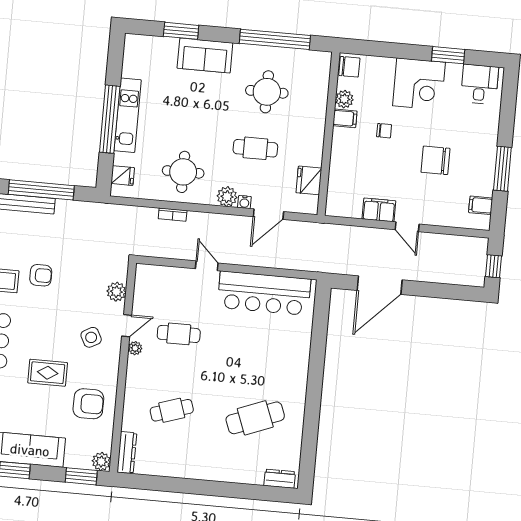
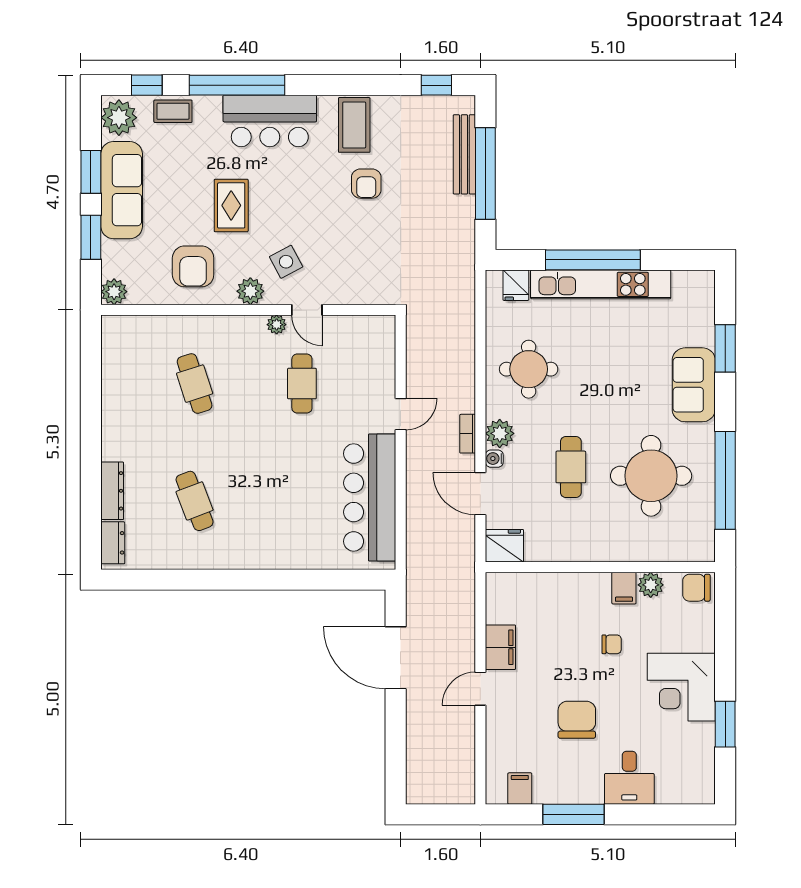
chair: (349, 67) -> (696, 588), turned 90
desk: (480, 84) -> (629, 778), moved, turned 90
round table: (267, 92) -> (651, 476), width x1.36, depth x1.36
kitchen unit: (128, 115) -> (601, 284), width x1.36
chair: (384, 131) -> (612, 644), turned -90
fridge: (309, 180) -> (504, 546), moved
bookcase: (173, 215) -> (468, 434), moved
window: (494, 266) -> (436, 814), removed
plant: (116, 292) -> (250, 291), moved
cafe table: (255, 418) -> (195, 501), width x0.73, depth x0.74
dresser: (127, 453) -> (112, 491), moved, turned -90
window: (81, 476) -> (91, 237), moved

